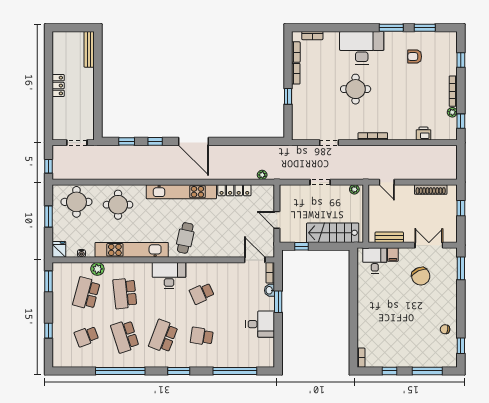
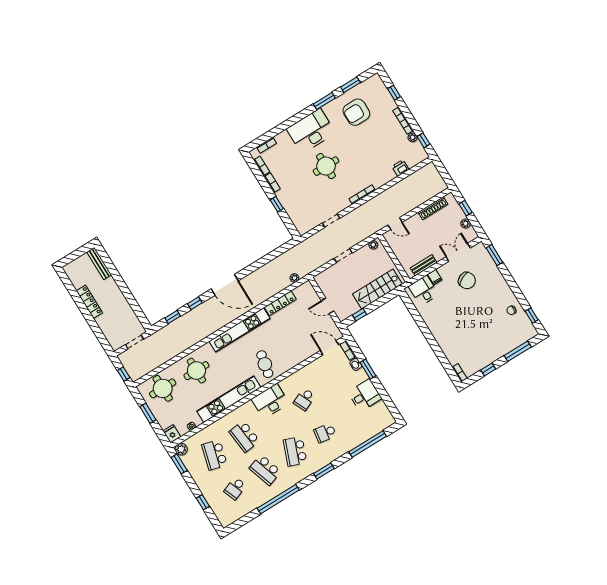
armchair: (415, 57) -> (356, 112), width x1.88, depth x1.88
locker: (58, 86) -> (89, 302), width x1.53
plant: (452, 222) -> (466, 224), added
plant: (97, 269) -> (181, 449), moved

